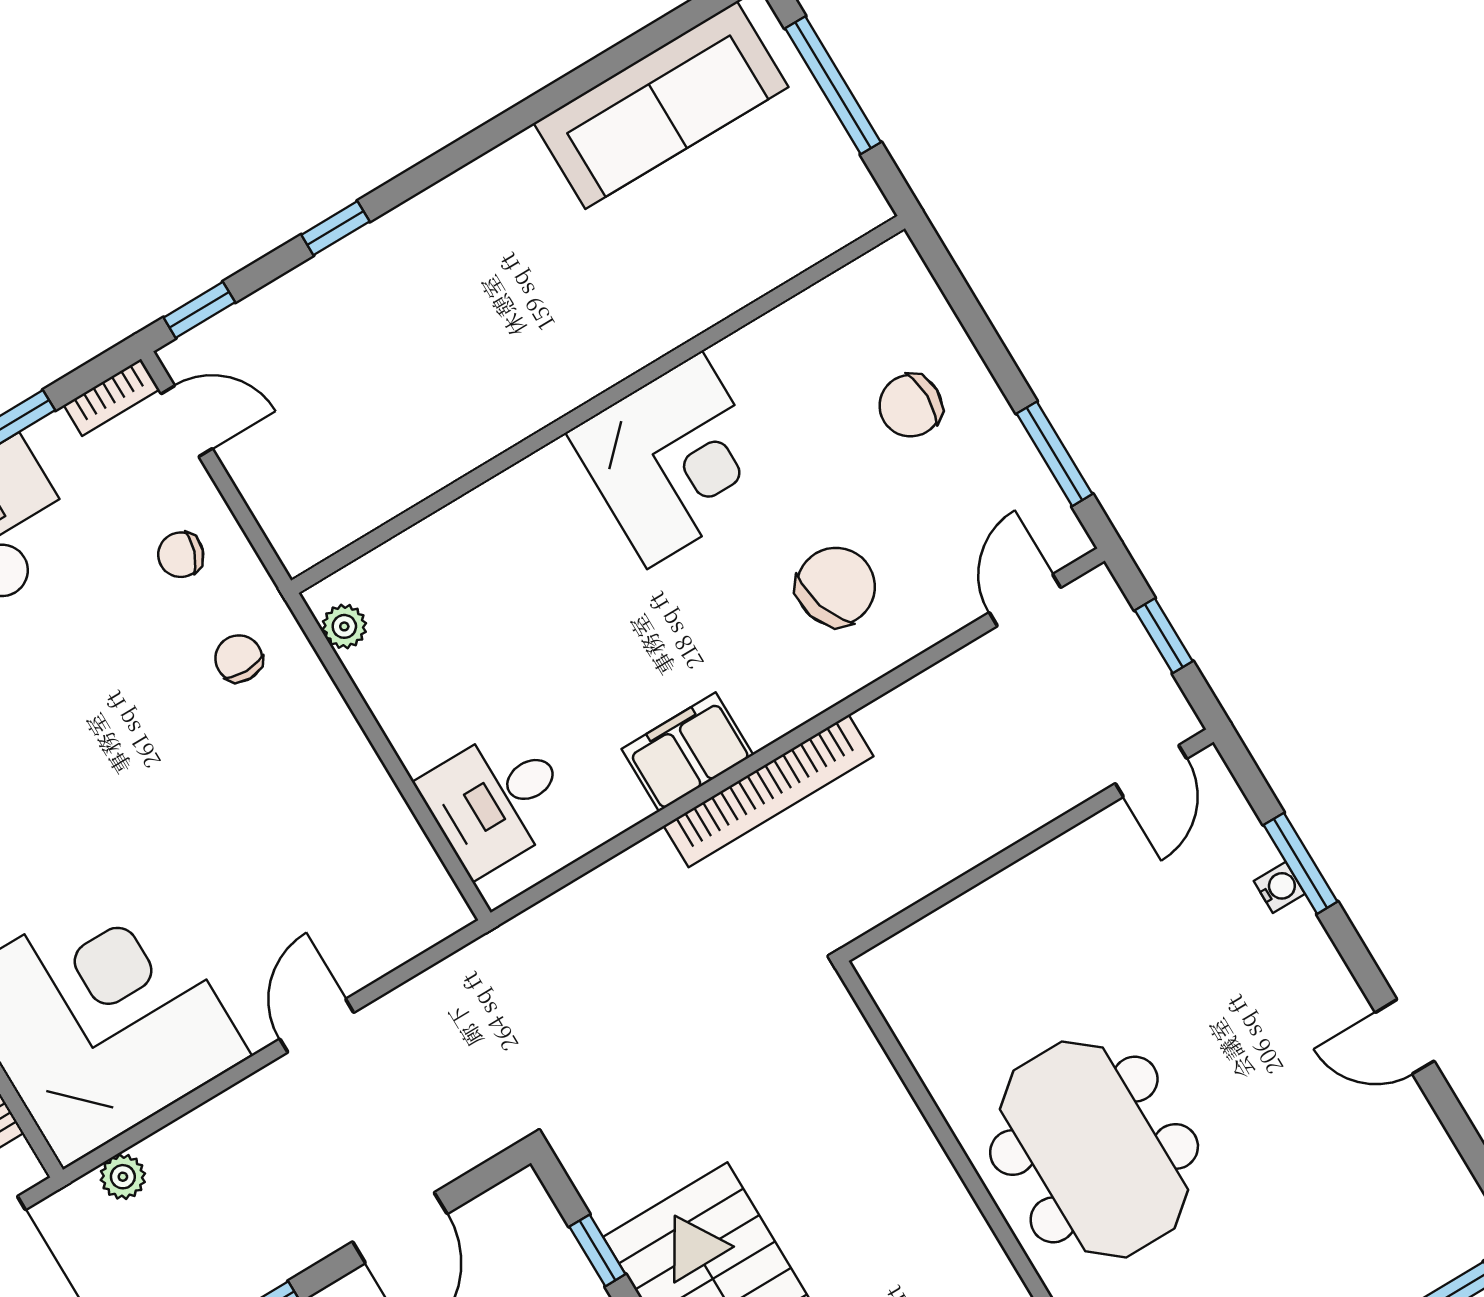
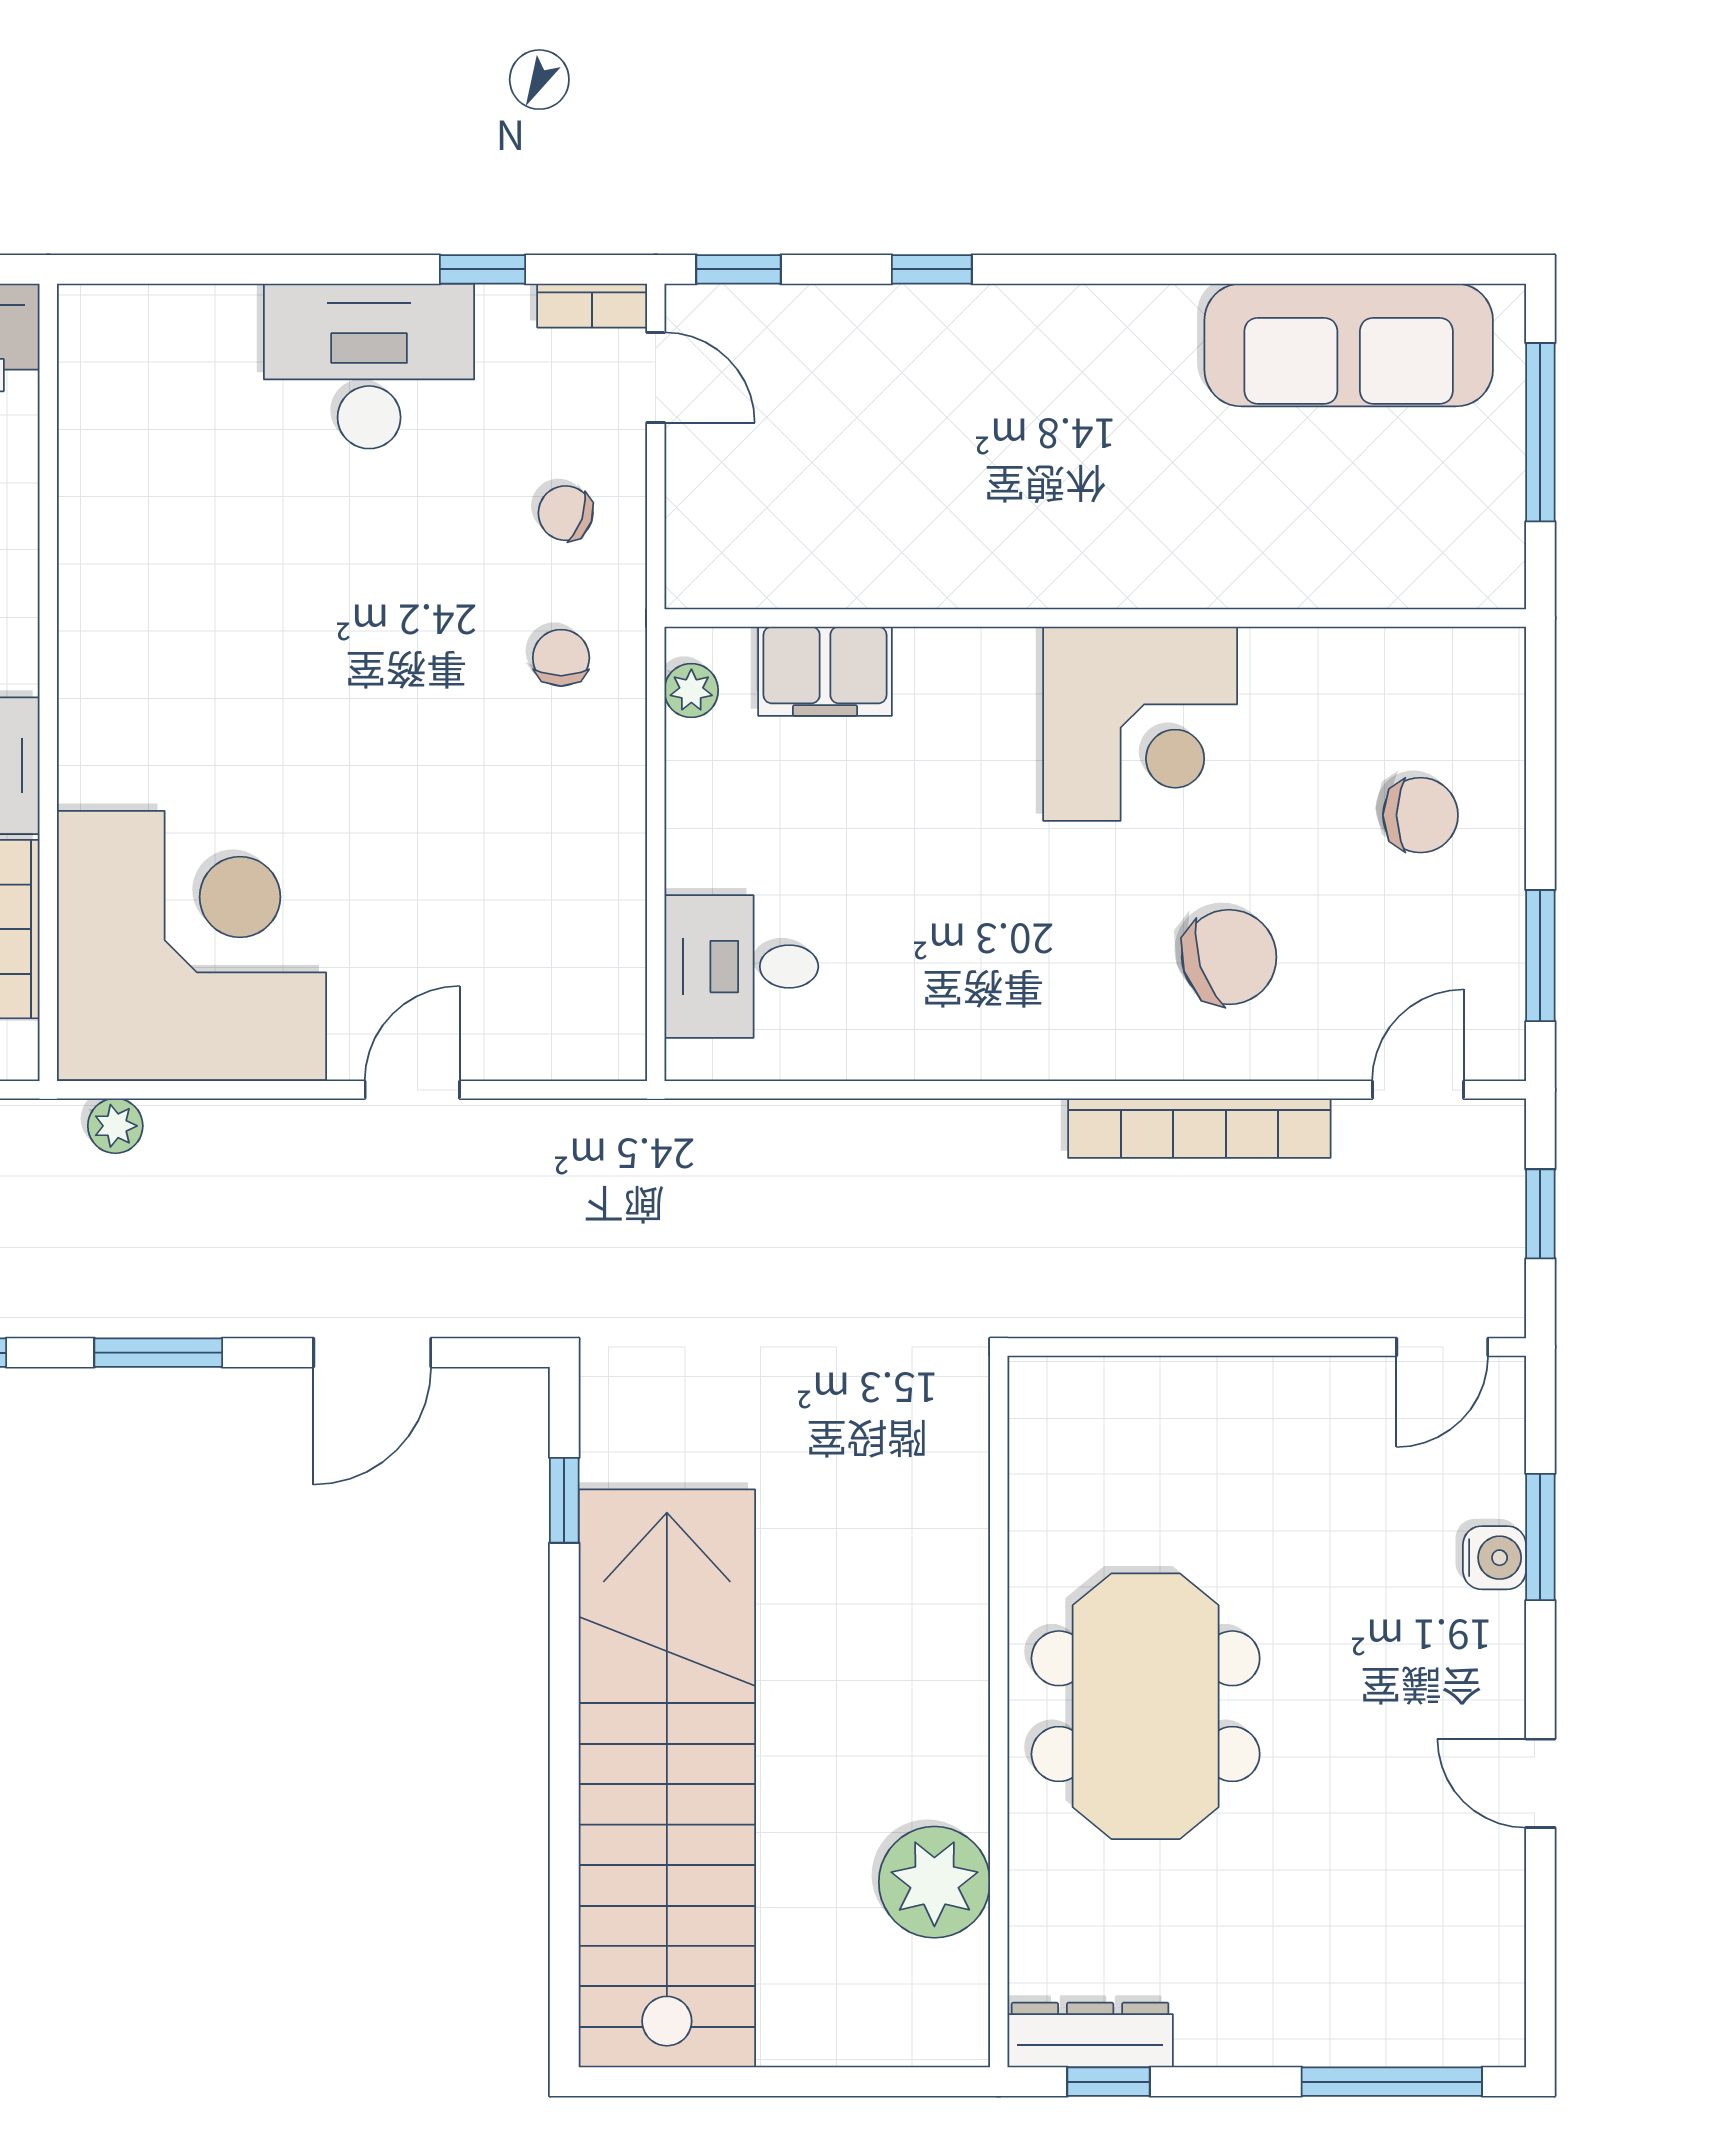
chair: (911, 406) -> (1420, 815), turned 180
filing cabinet: (687, 752) -> (825, 671), moved, turned 180
bookcase: (769, 791) -> (1199, 1128), moved
water cooler: (1279, 887) -> (1494, 1558), width x1.38, depth x1.38

